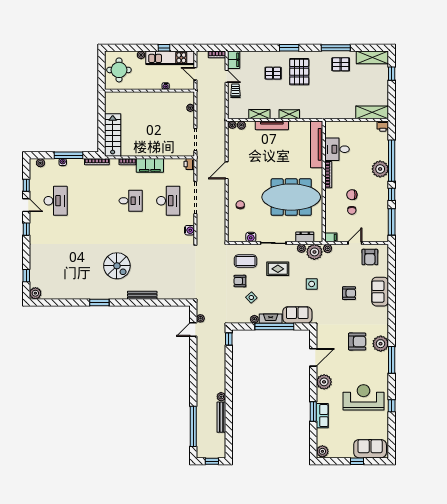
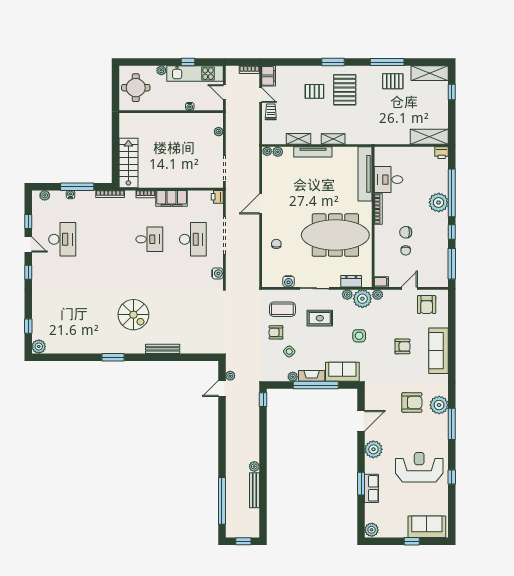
sofa: (380, 292) -> (438, 351), width x1.36

